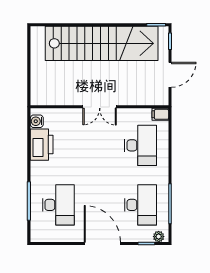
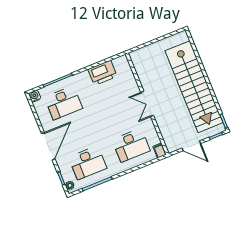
water cooler: (37, 121) -> (35, 96), moved

